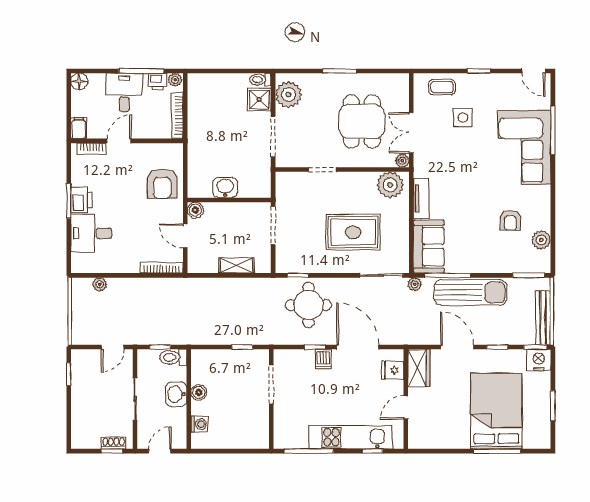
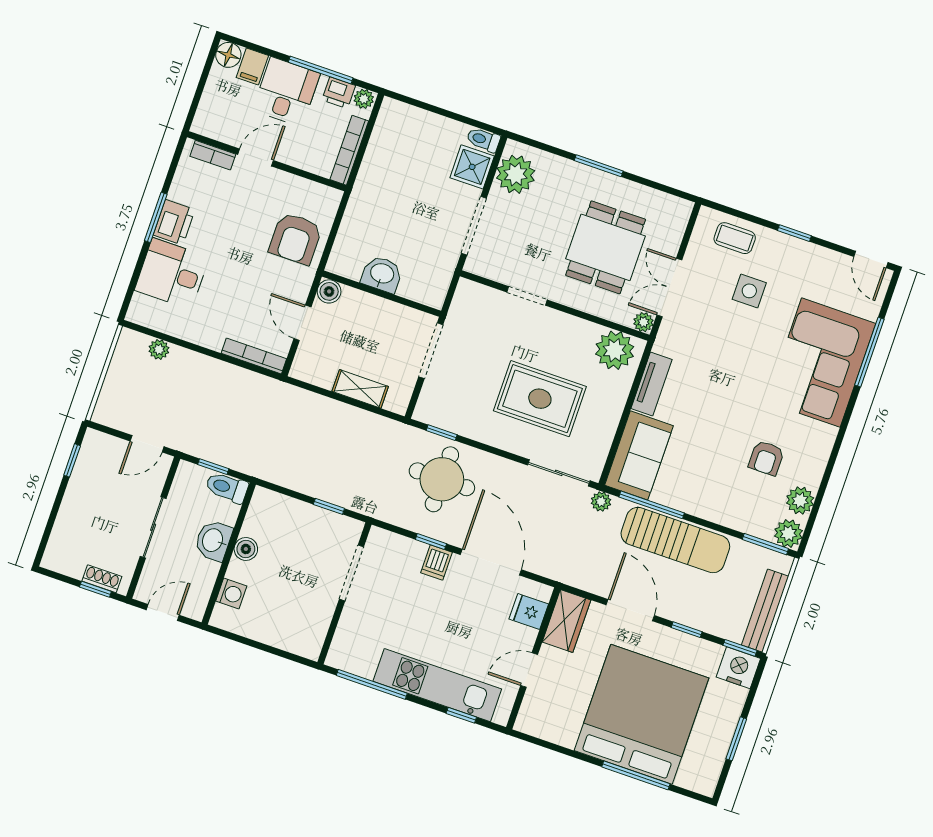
filing cabinet: (79, 128) -> (252, 67), moved, turned 180
plant: (541, 264) -> (788, 533), added
bed: (496, 411) -> (641, 714), width x1.36

